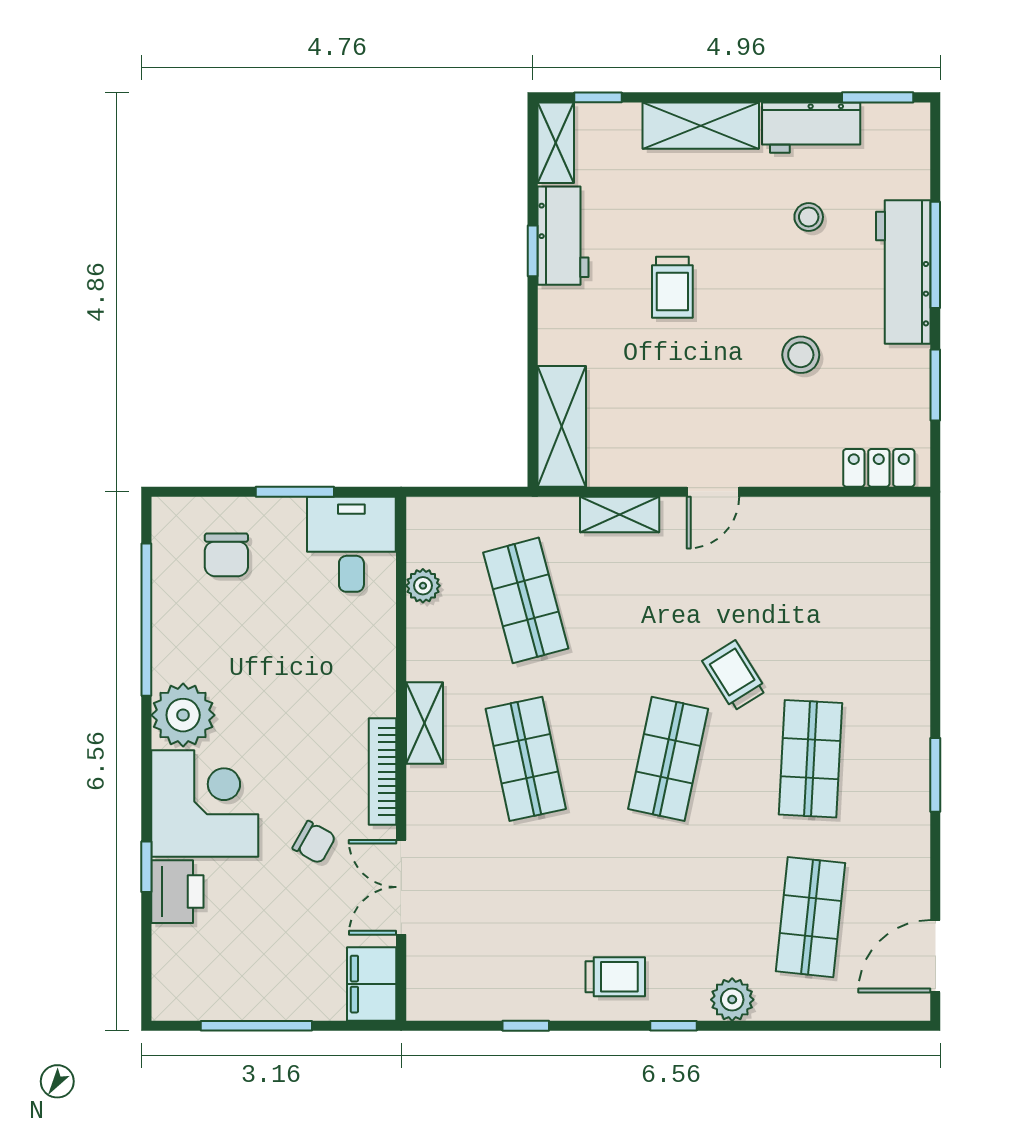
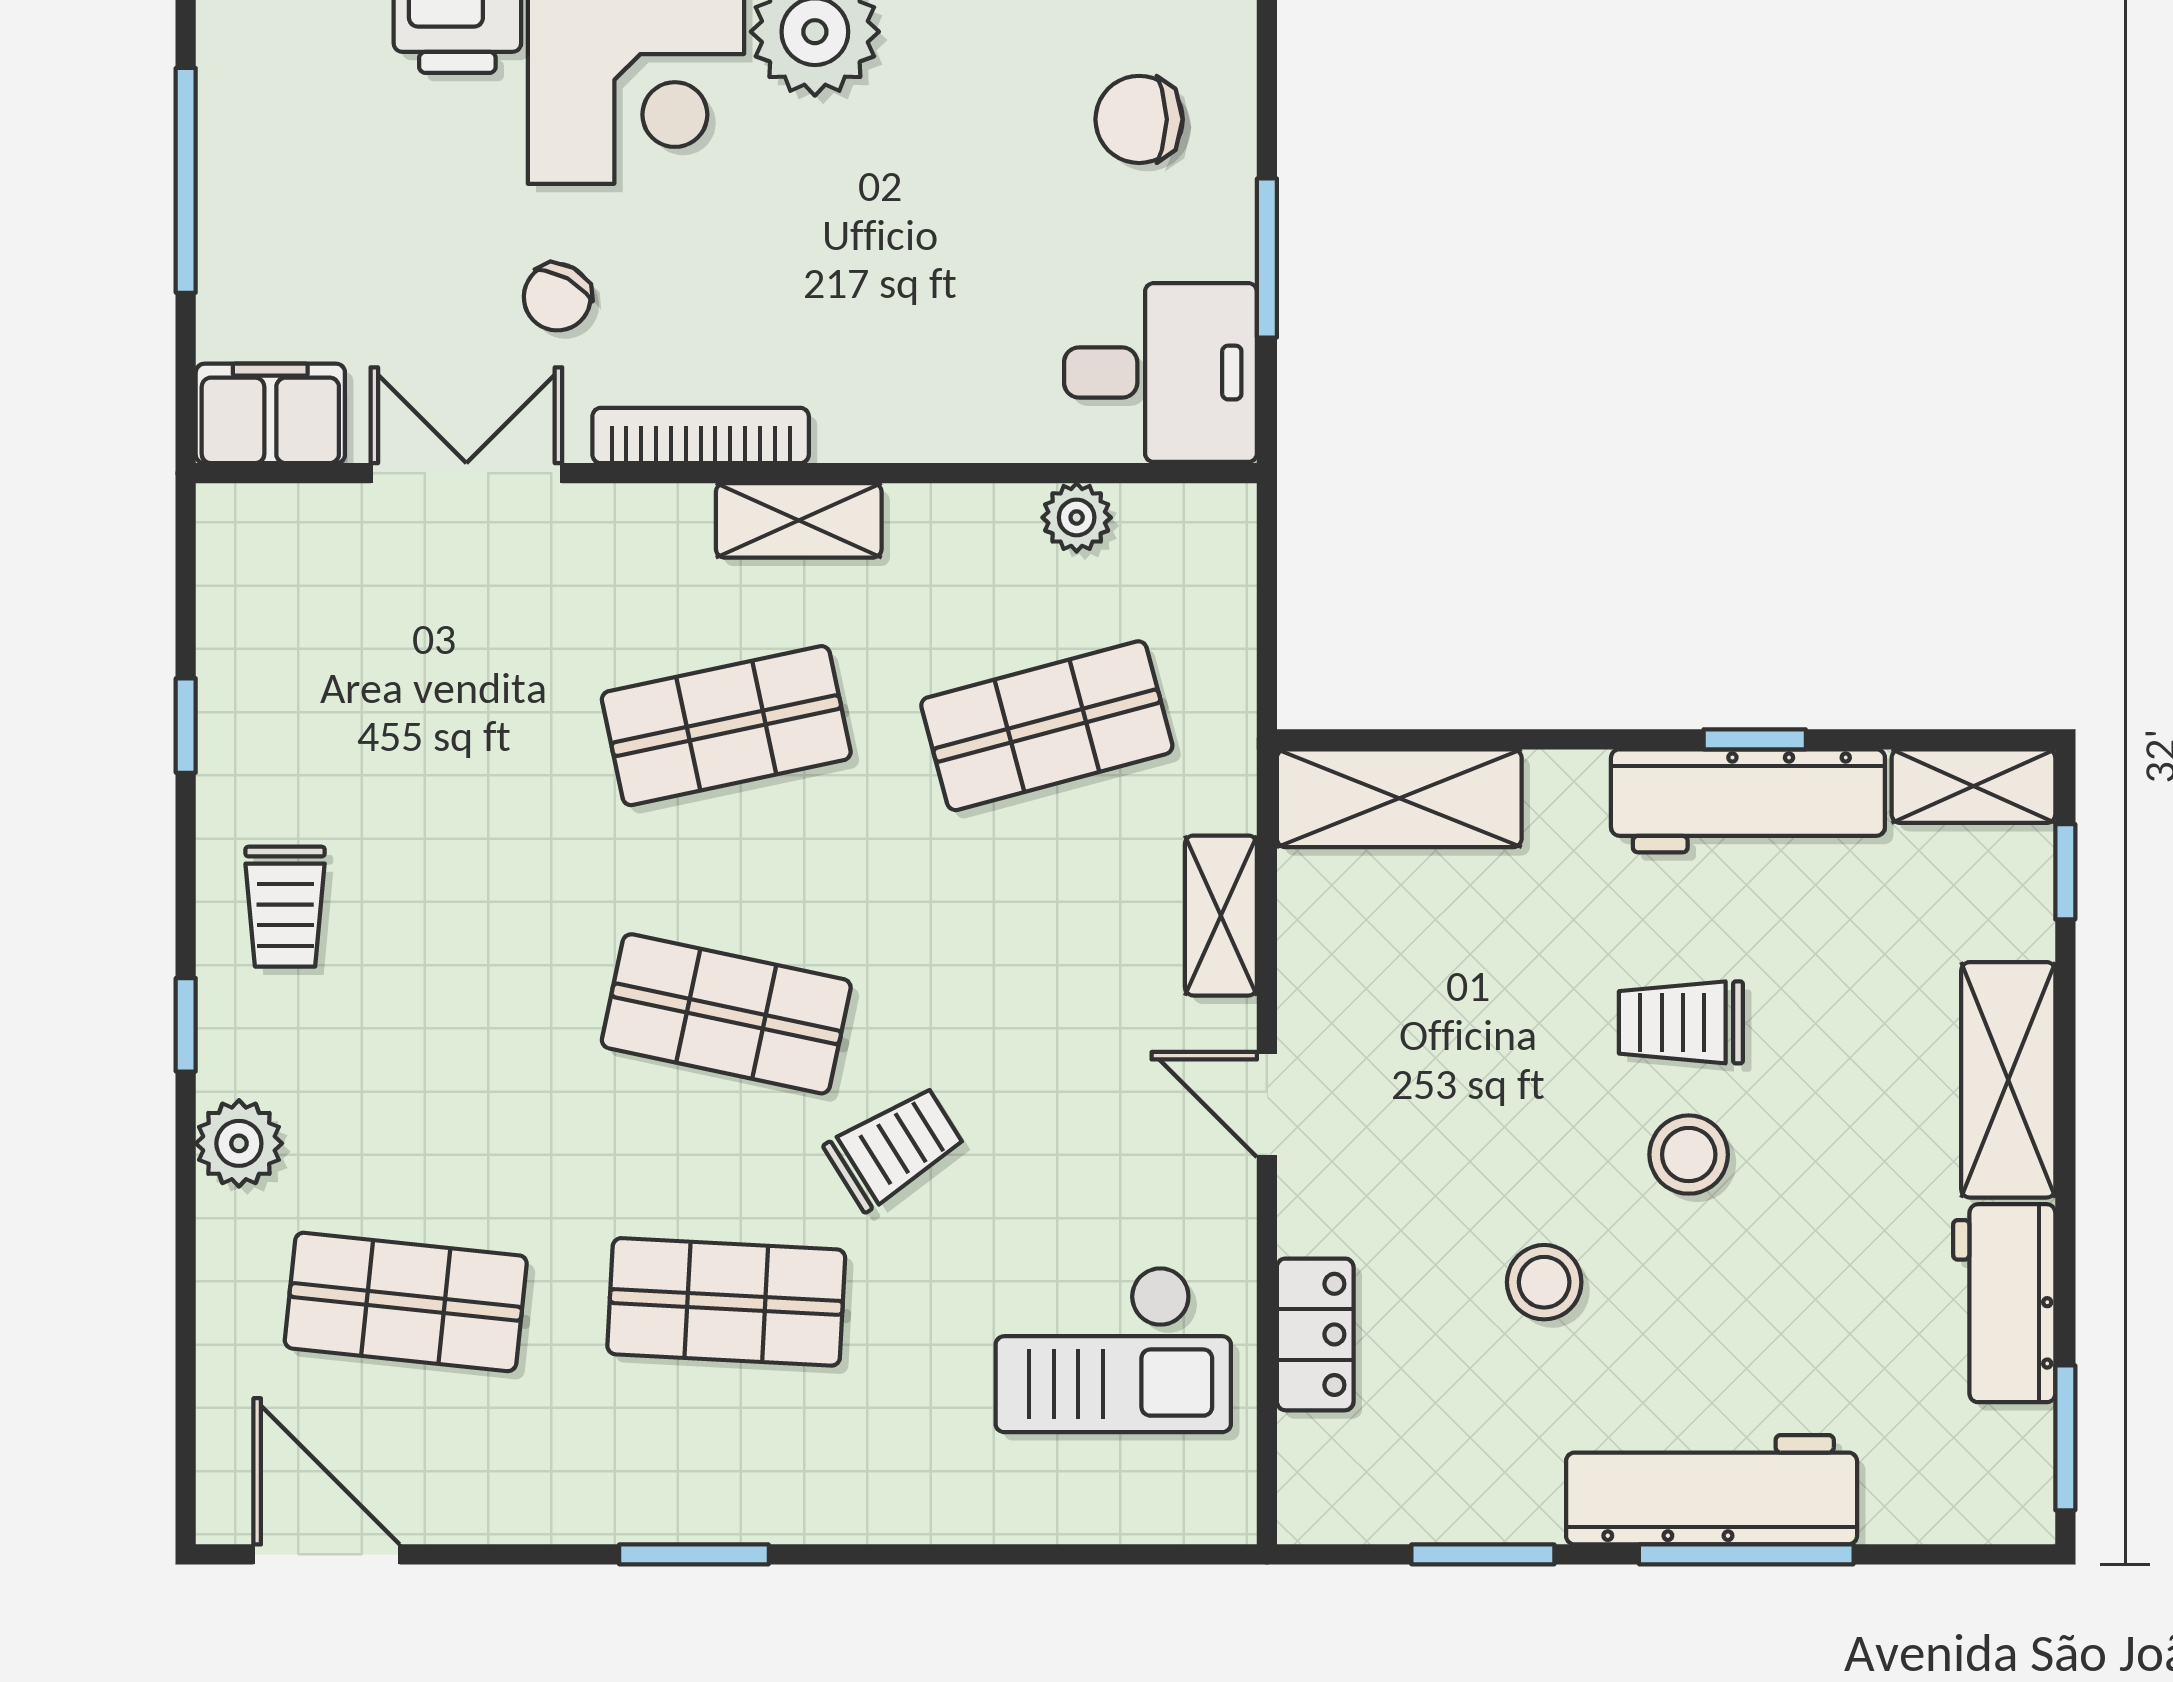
stool: (809, 217) -> (1689, 1155), moved, width x1.37, depth x1.37
workbench: (563, 236) -> (1748, 801), width x1.38
locker: (879, 468) -> (1315, 1334), moved
checkout: (834, 568) -> (1113, 1349), added

